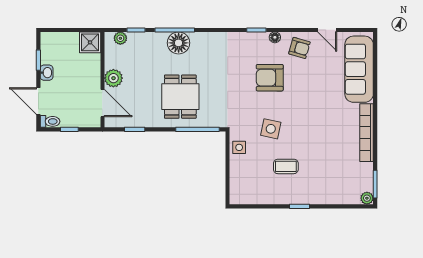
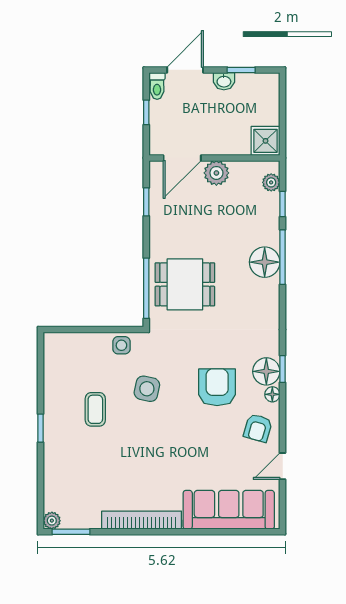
floor lamp: (258, 42) -> (266, 371), added
dining table: (180, 97) -> (185, 284), moved

